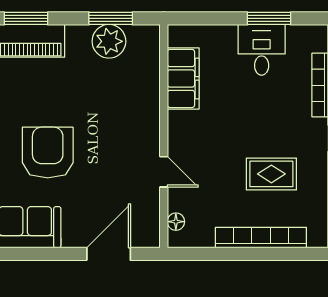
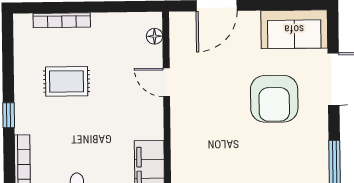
bookcase: (261, 238) -> (62, 20), width x0.68, depth x0.76

